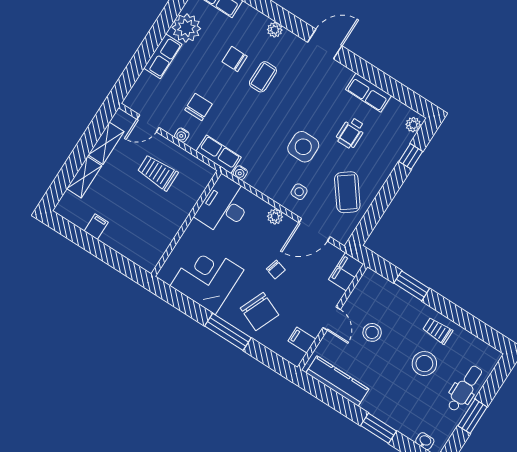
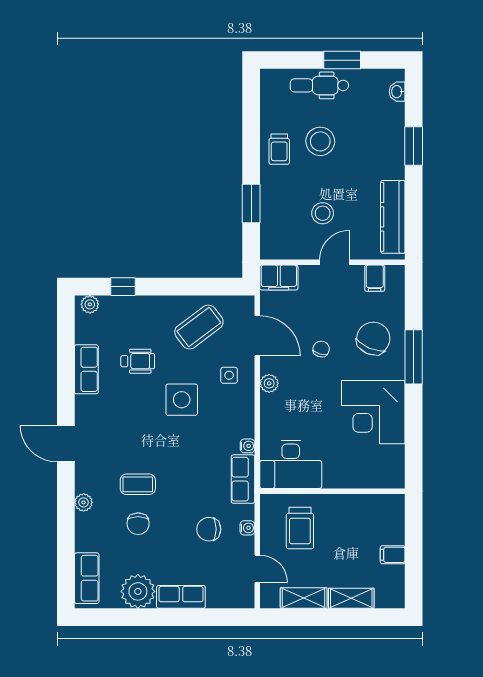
desk: (224, 206) -> (291, 464), moved
wall: (186, 224) -> (332, 491), moved

